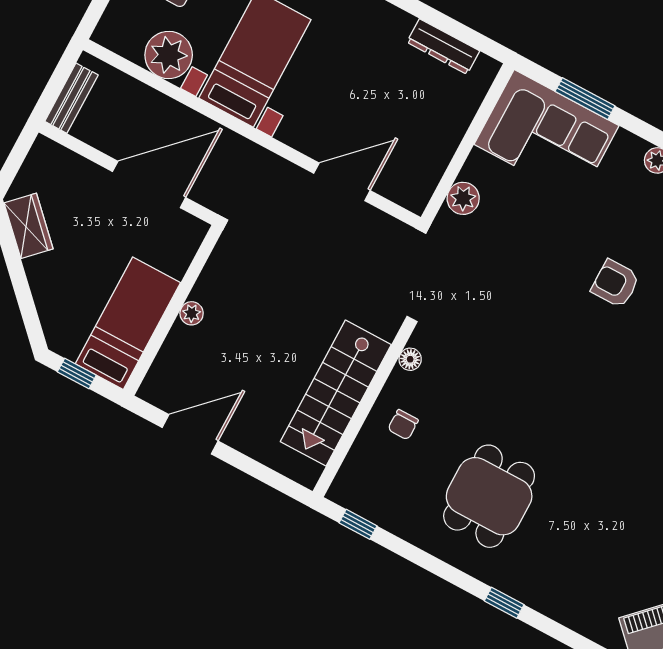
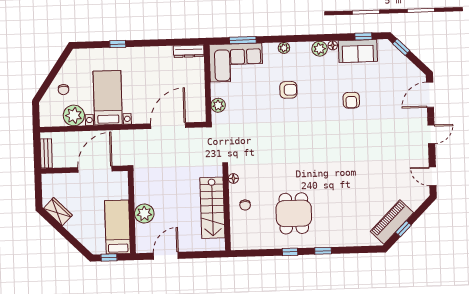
dresser: (443, 47) -> (189, 51), moved
door: (342, 182) -> (168, 126), width x1.36
armchair: (615, 284) -> (288, 90), moved, turned 180
plant: (192, 313) -> (144, 214), width x1.88, depth x1.88
window: (358, 524) -> (290, 252), moved

